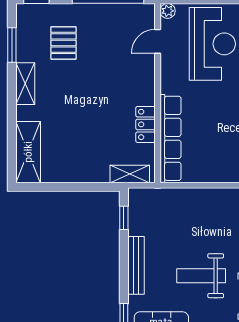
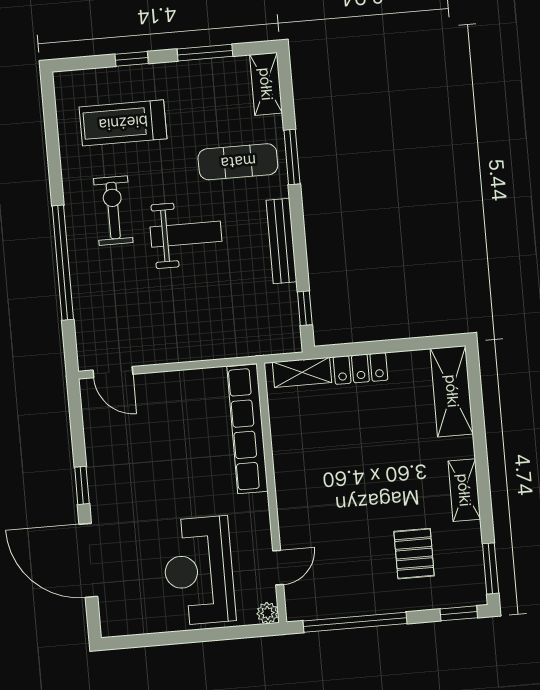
window: (12, 45) -> (491, 568), moved
locker: (146, 124) -> (360, 368), moved, turned 90

